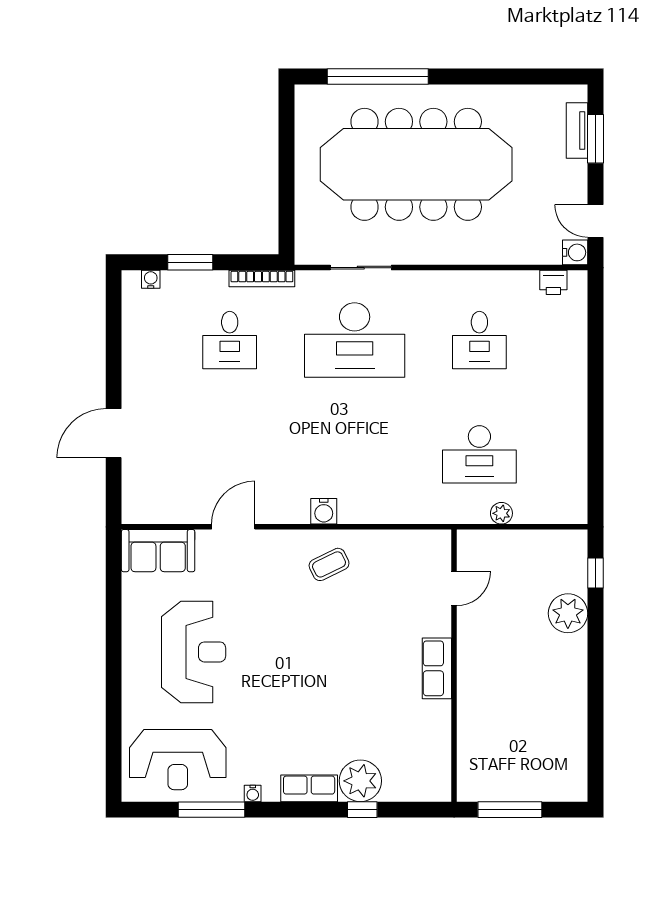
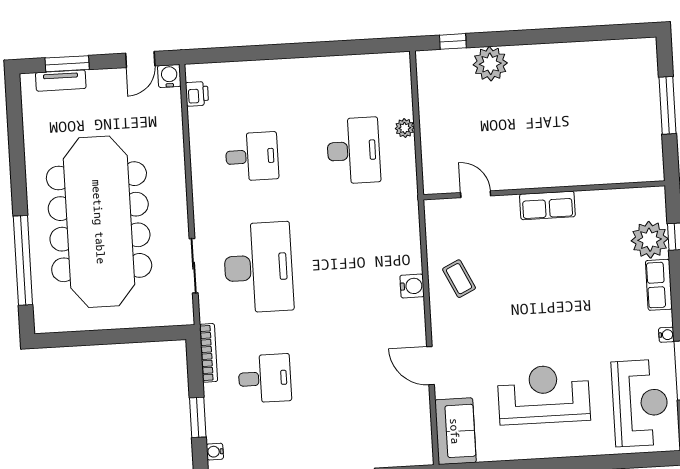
door: (454, 589) -> (476, 194), moved
wall: (454, 666) -> (544, 190), moved
row of seats: (437, 668) -> (547, 205), moved

